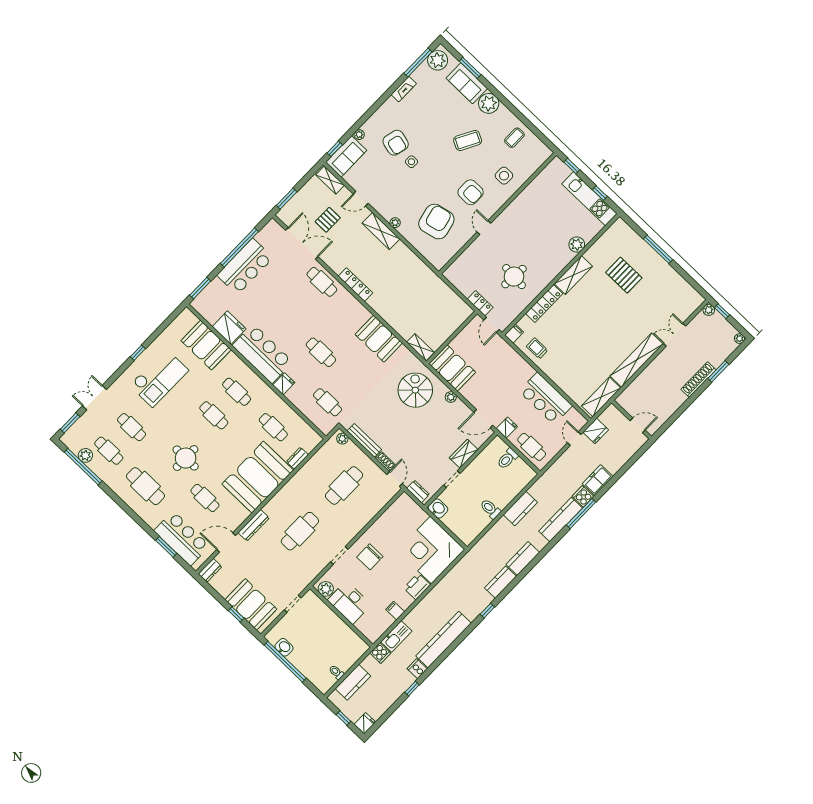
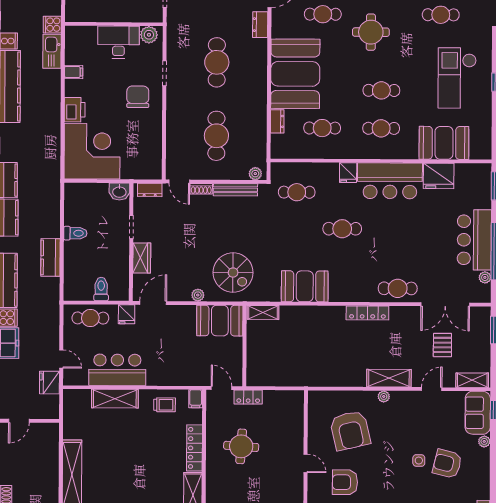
plant: (261, 237) -> (485, 277), added
shelving: (601, 397) -> (115, 399), moved, turned 90
dresser: (254, 525) -> (260, 25), width x0.70

